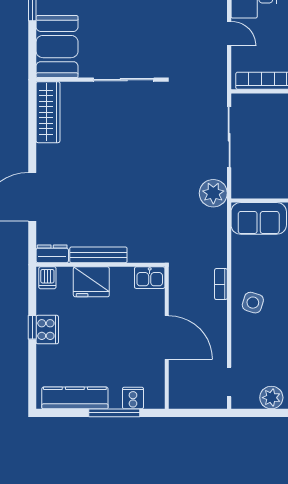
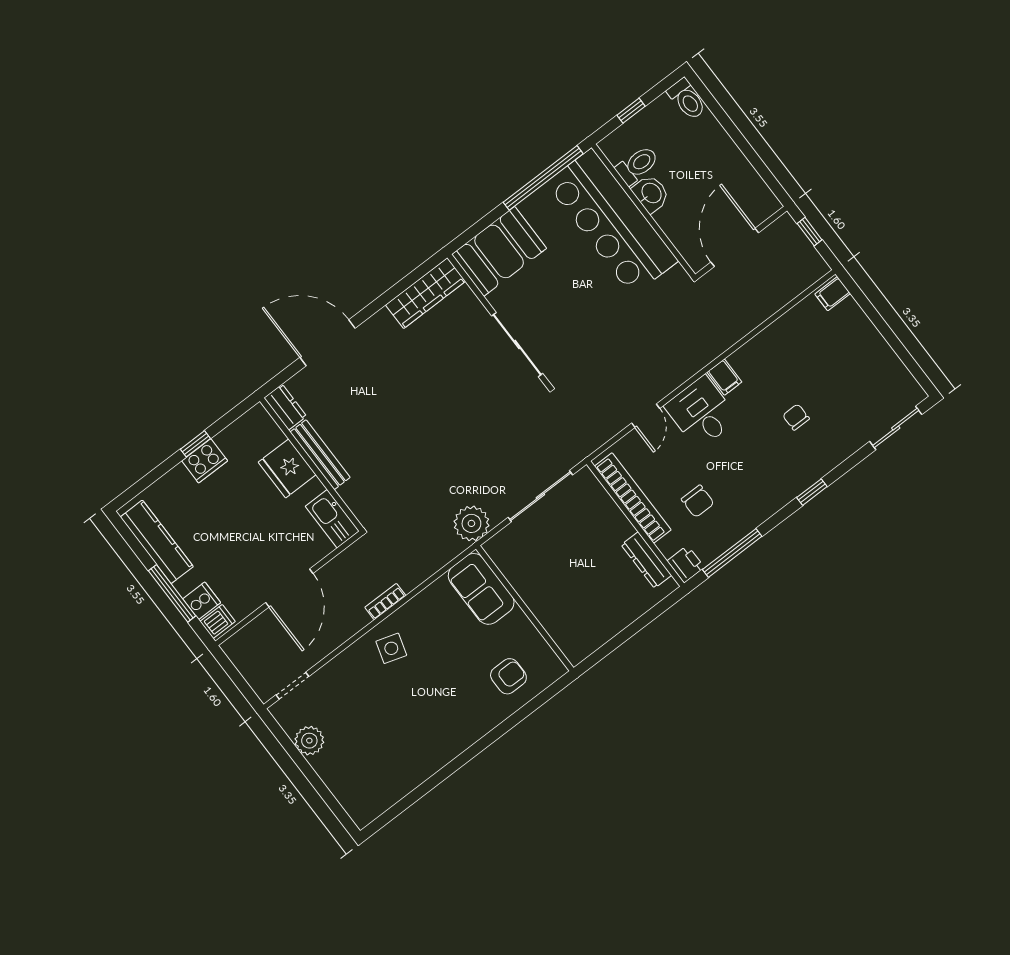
dishwasher: (47, 278) -> (218, 621), moved, turned 180
kitchen sink: (150, 278) -> (332, 519), width x1.38

